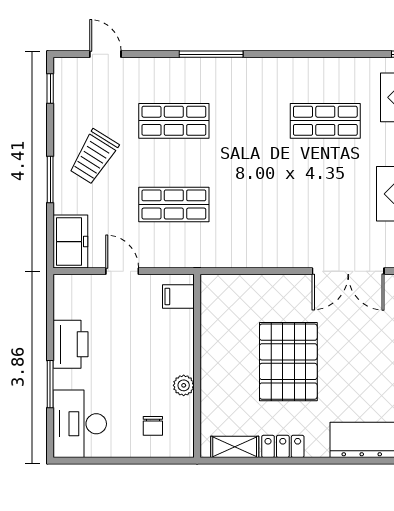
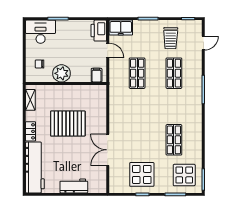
trolley: (94, 157) -> (171, 38), moved, turned -121
door: (122, 271) -> (108, 50), hinge flipped
printer: (70, 344) -> (99, 31), moved, turned 90
plant: (184, 385) -> (61, 73), width x1.87, depth x1.87
locker: (283, 446) -> (31, 131), moved

